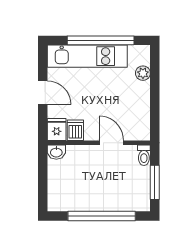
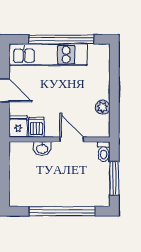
plant: (143, 73) -> (103, 107), moved
washbasin: (56, 152) -> (42, 149), moved

